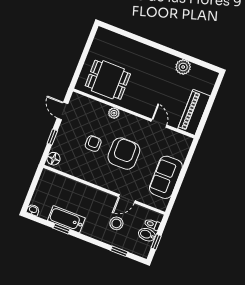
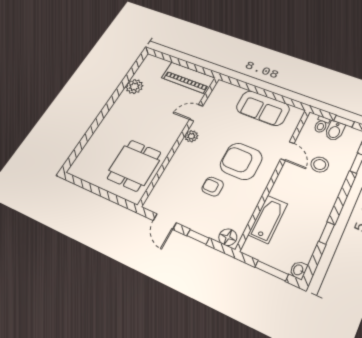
door: (62, 111) -> (165, 222), hinge flipped
plant: (114, 113) -> (191, 136), moved
armchair: (124, 154) -> (241, 161), moved
window: (31, 191) -> (272, 271), added
bathtub: (66, 219) -> (268, 219), moved, turned 180

